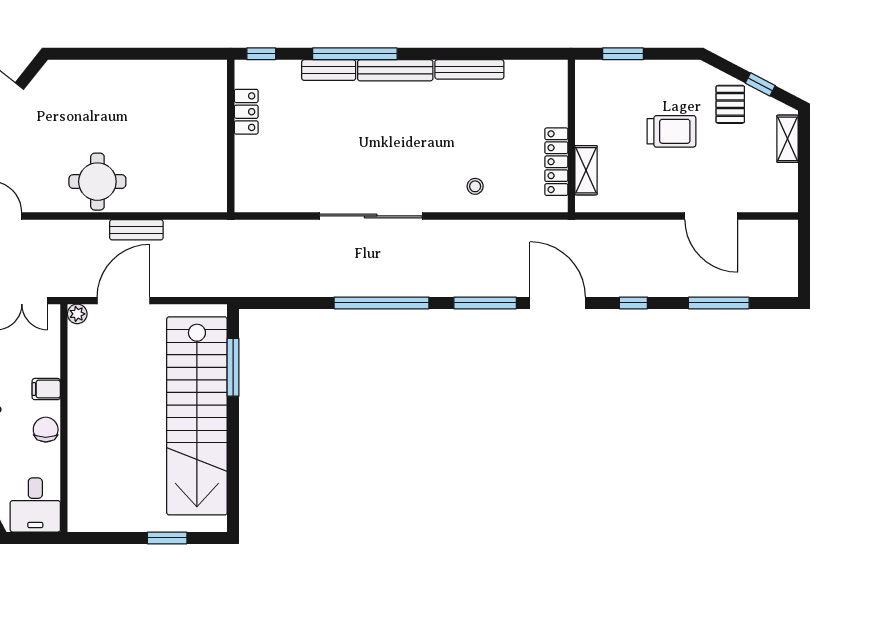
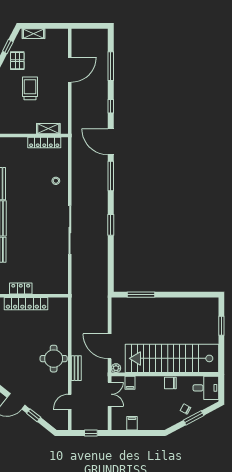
pallet: (730, 104) -> (17, 61), turned 90
locker: (214, 123) -> (26, 304), added
bench: (136, 230) -> (76, 368), moved
window: (381, 303) -> (111, 225), width x0.47
door: (558, 303) -> (111, 142), hinge flipped
filing cabinet: (46, 389) -> (130, 383), moved
stairs: (197, 416) -> (172, 358), moved, turned 180

